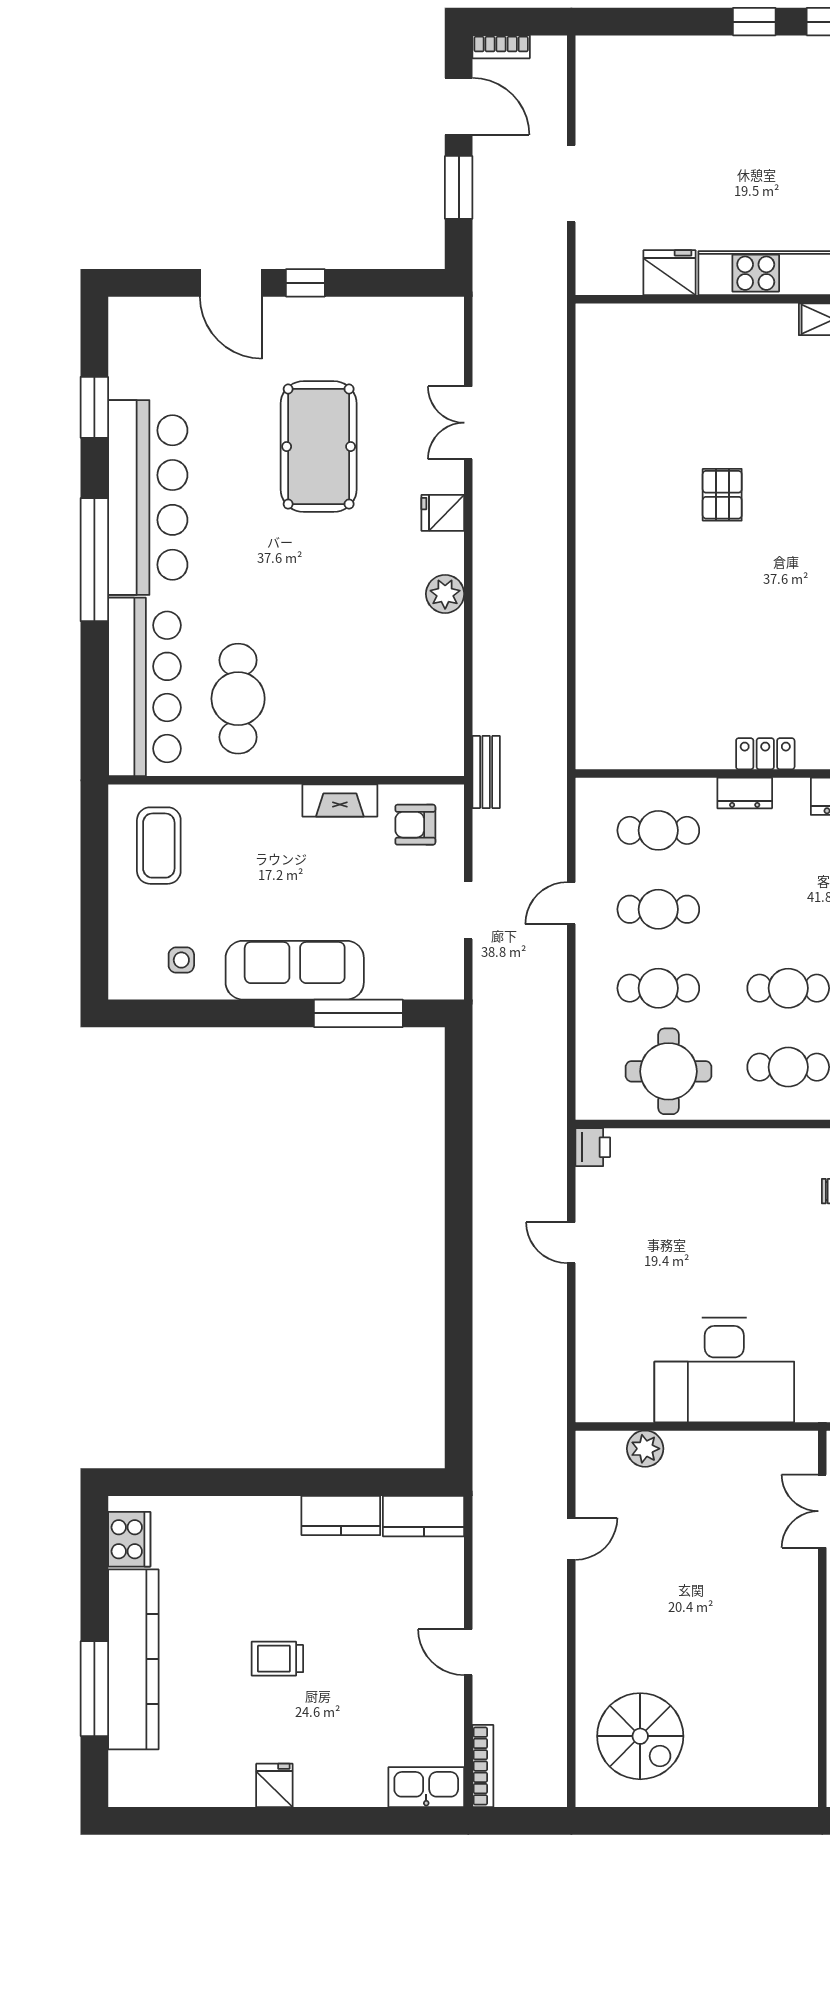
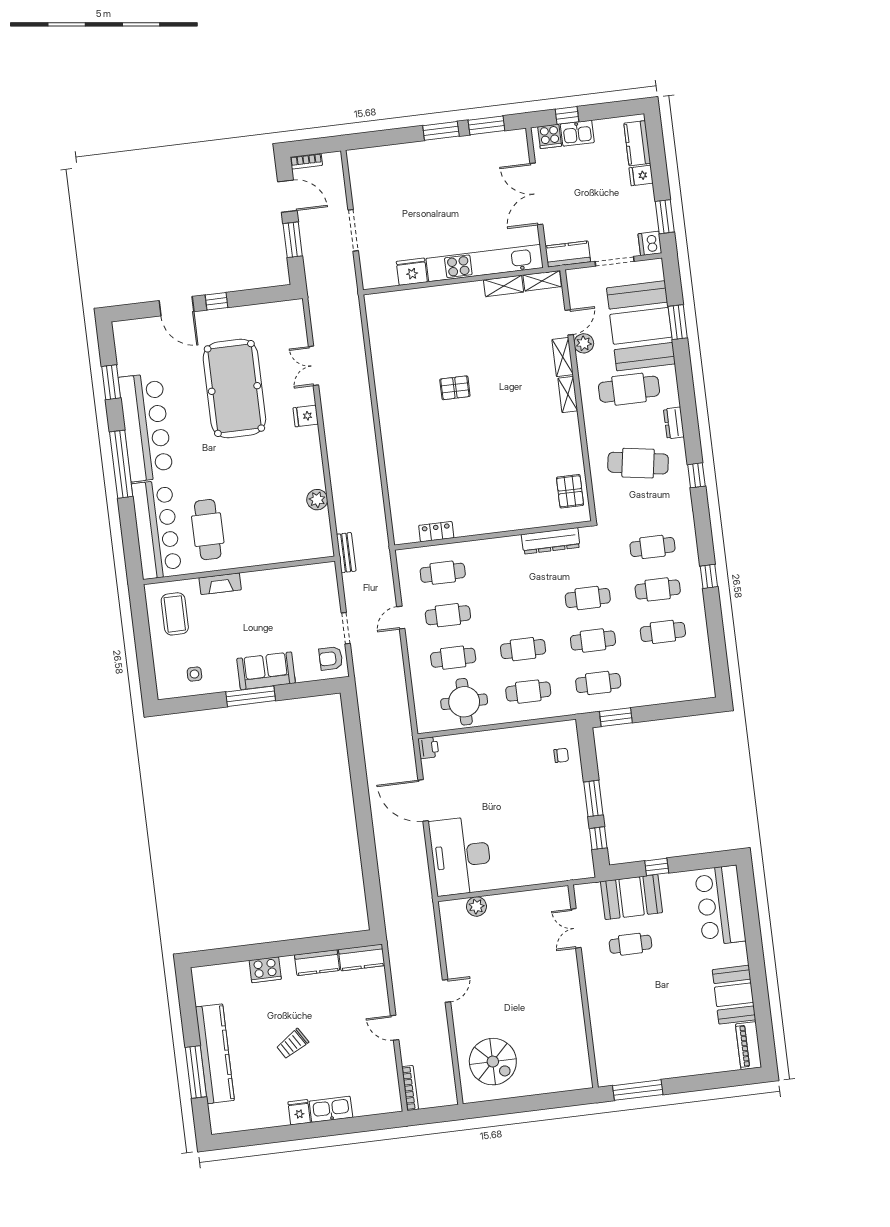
window: (754, 22) -> (441, 131), width x1.50
pool table: (319, 447) -> (234, 389), width x1.36, depth x1.32
pallet: (722, 495) -> (455, 388), turned 90
plant: (445, 594) -> (317, 500), moved
locker: (765, 754) -> (436, 532), moved
dresser: (745, 793) -> (487, 547), removed
fireplace: (340, 801) -> (220, 584), moved
armchair: (415, 825) -> (331, 658), moved
sofa: (295, 970) -> (266, 671), width x0.73
window: (358, 1013) -> (251, 696), moved
door: (571, 1243) -> (423, 800), width x1.88
desk: (724, 1370) -> (461, 856), moved, turned 90
cooker: (129, 1539) -> (265, 970), moved, turned 90
door: (571, 1539) -> (447, 991), moved
trolley: (277, 1659) -> (292, 1044), turned -32
kitchen sink: (426, 1787) -> (331, 1109), moved

